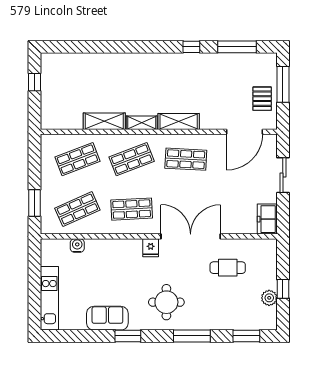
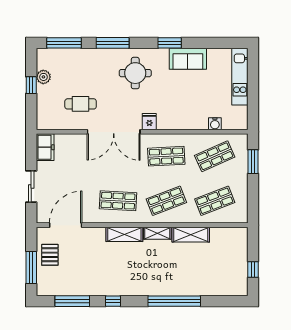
window: (123, 47) -> (174, 301), added
window: (246, 336) -> (64, 43), width x1.44

